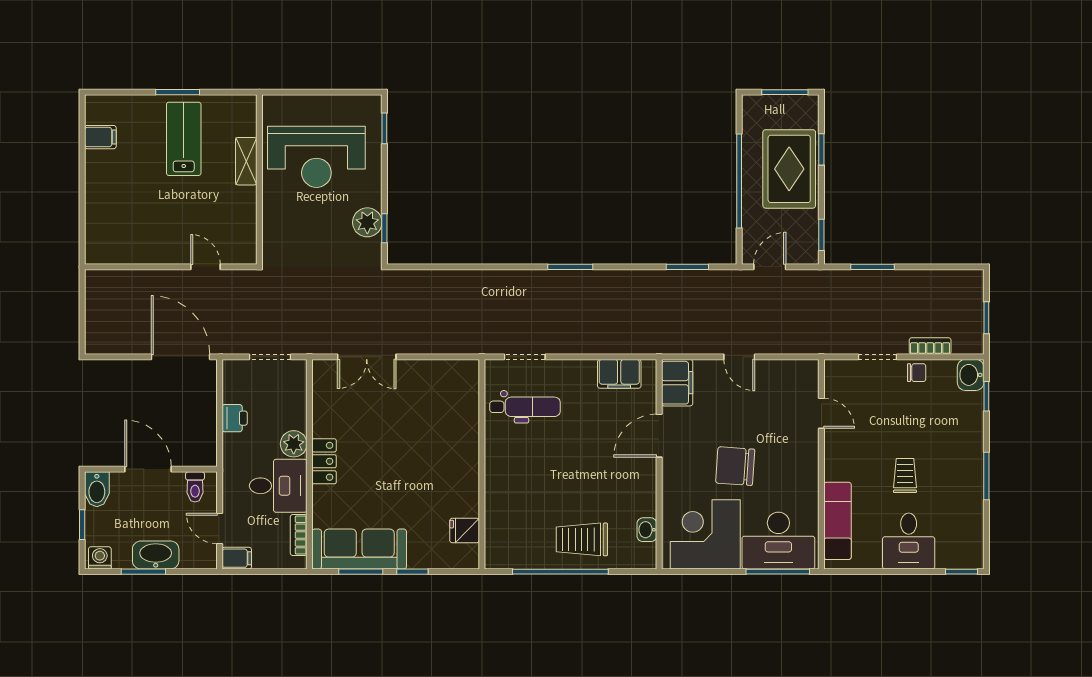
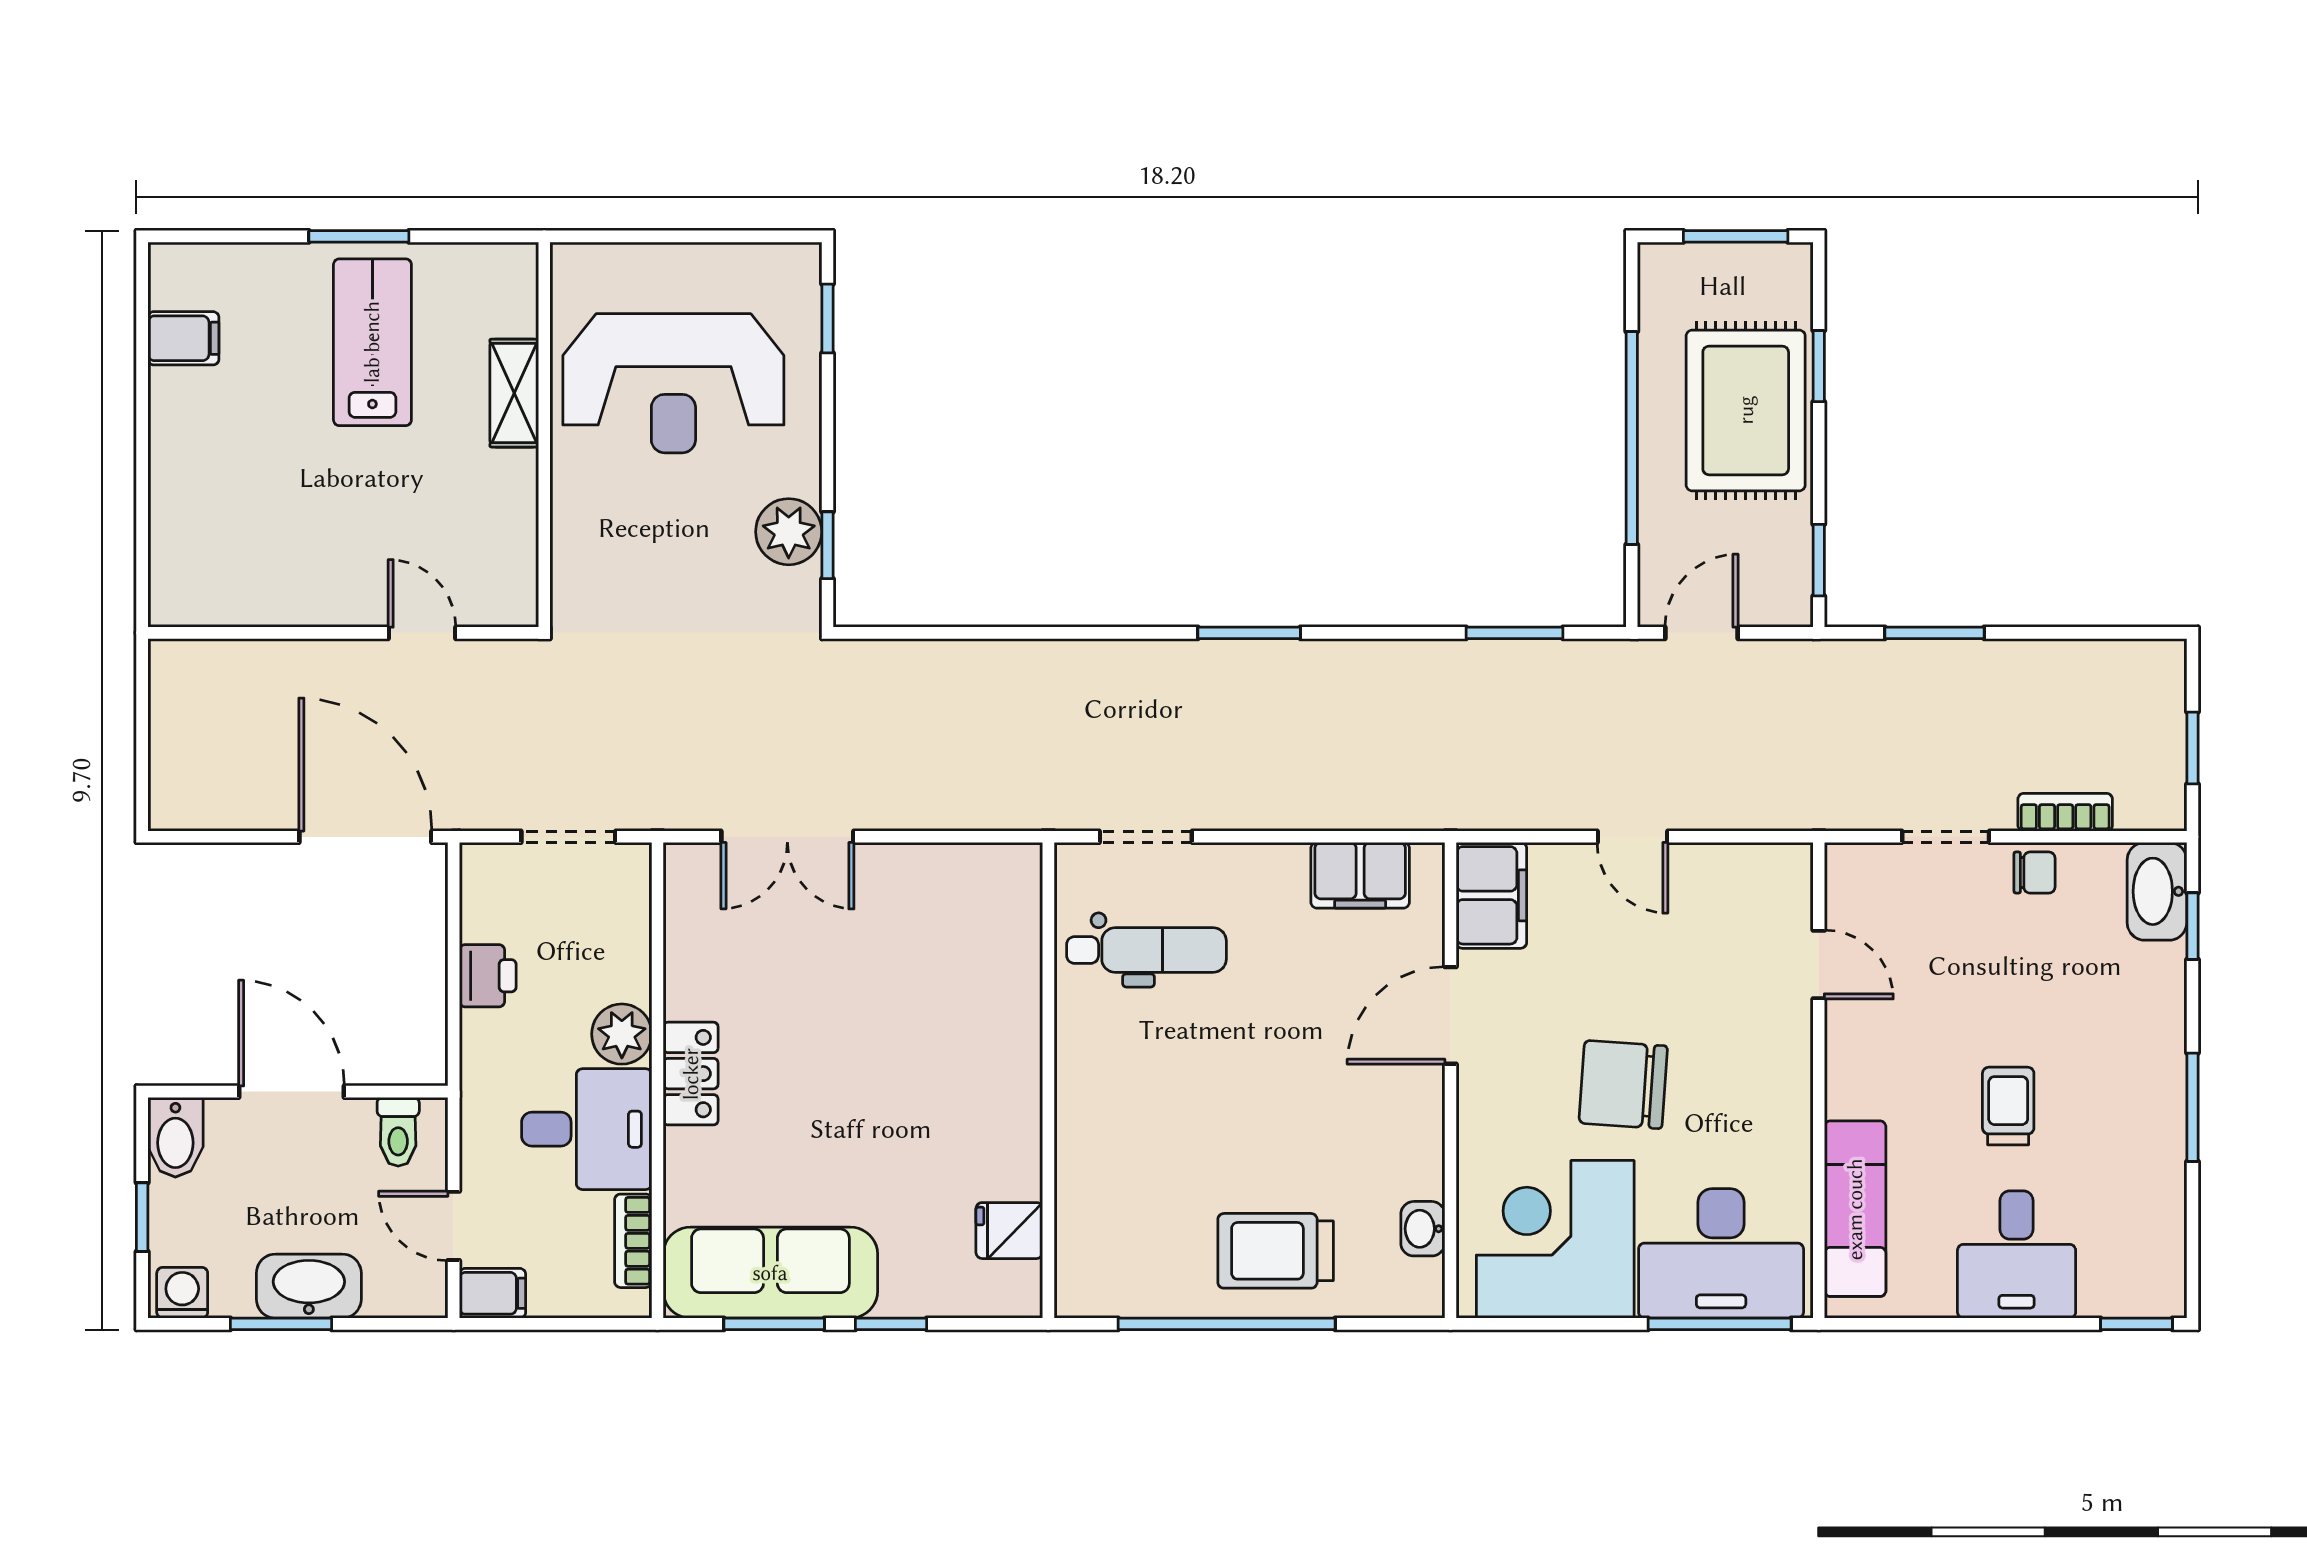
washbasin: (971, 375) -> (2157, 891), width x1.38

